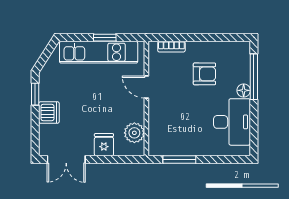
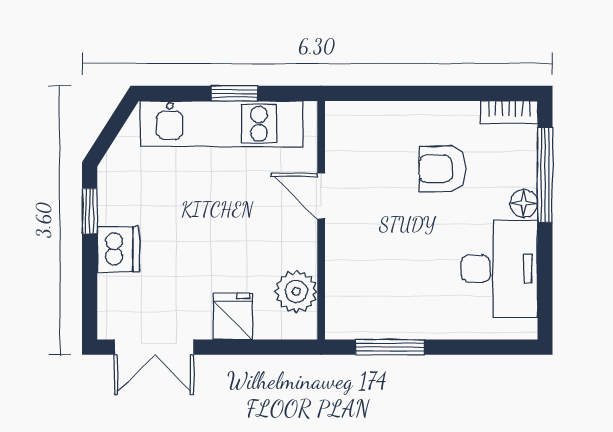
bookcase: (171, 47) -> (509, 112), moved
armchair: (204, 74) -> (442, 169), turned 180

